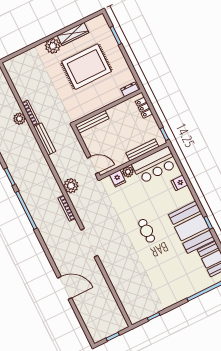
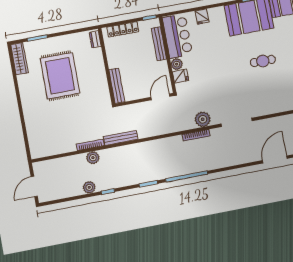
wardrobe: (73, 34) -> (19, 59), moved
plant: (53, 46) -> (29, 104), removed
locker: (144, 108) -> (123, 29), width x1.53
plant: (71, 186) -> (203, 119), moved
cafe table: (147, 231) -> (263, 61), moved

